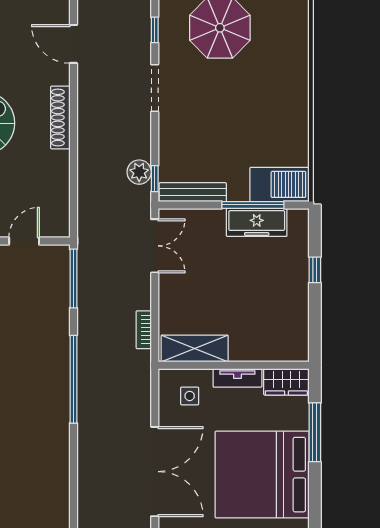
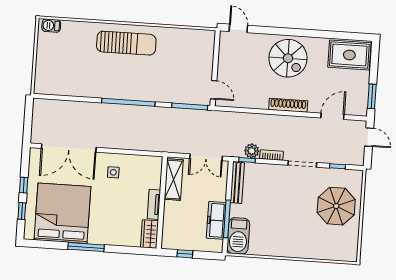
door: (24, 241) -> (214, 90), moved
bookcase: (144, 330) -> (271, 155), moved
shelving: (195, 348) -> (174, 180), moved
wall: (234, 365) -> (162, 203), moved
tv unit: (237, 378) -> (154, 204), moved
wardrobe: (286, 382) -> (149, 234), moved

